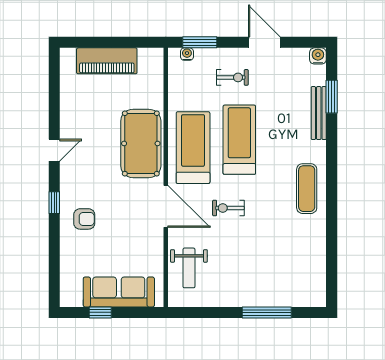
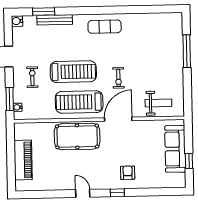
treadmill: (239, 140) -> (73, 72), turned 180

